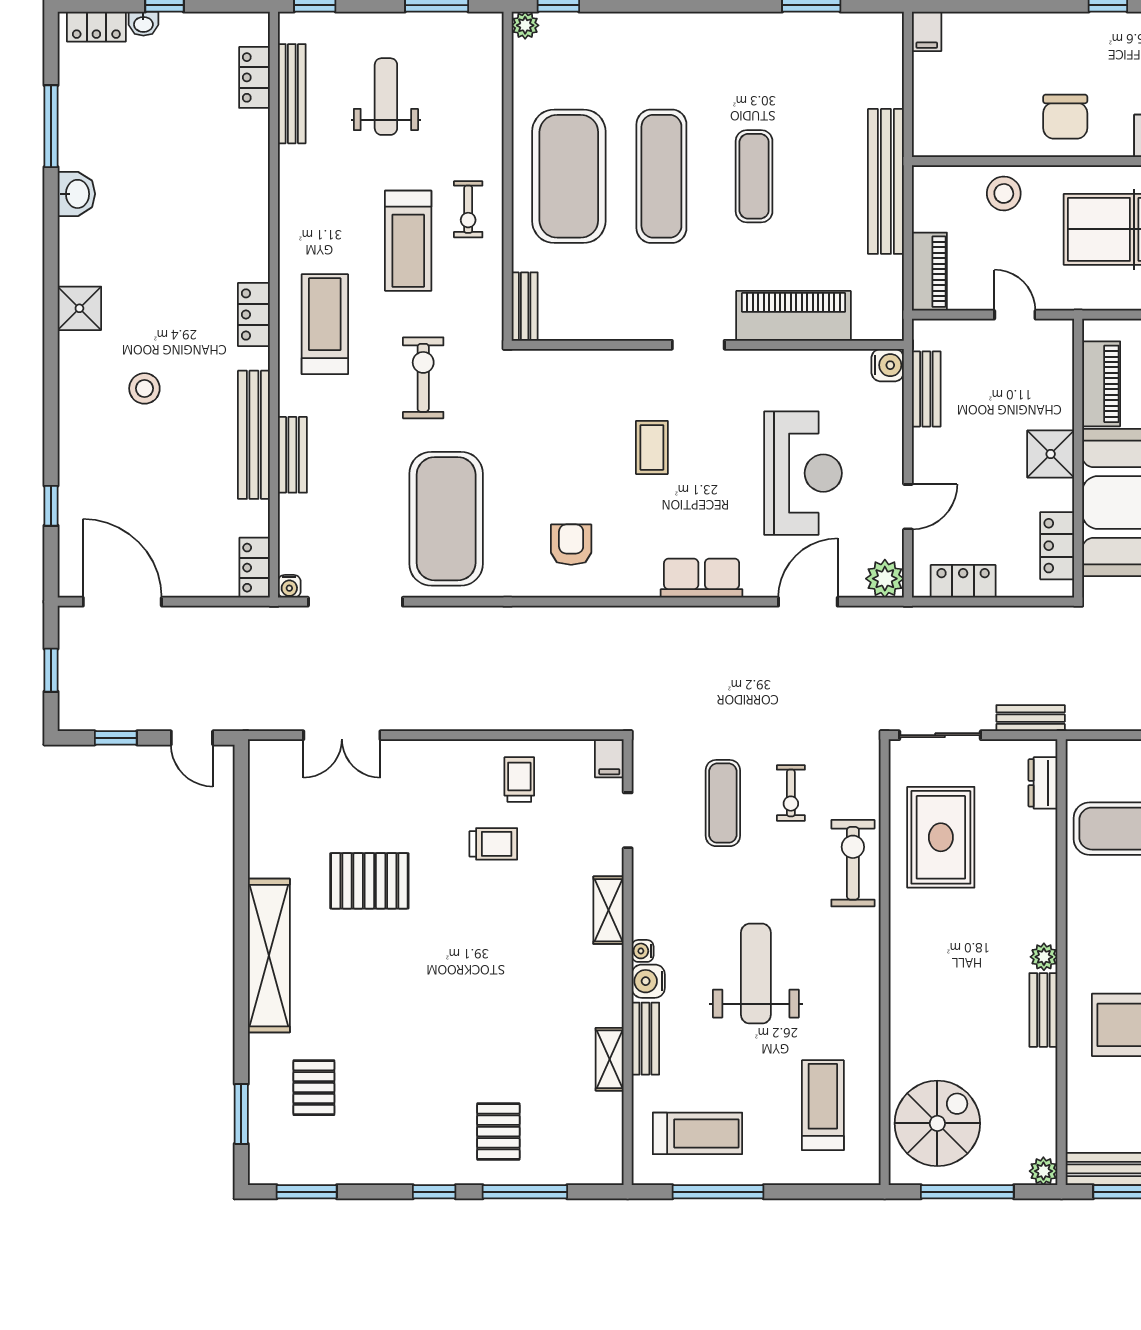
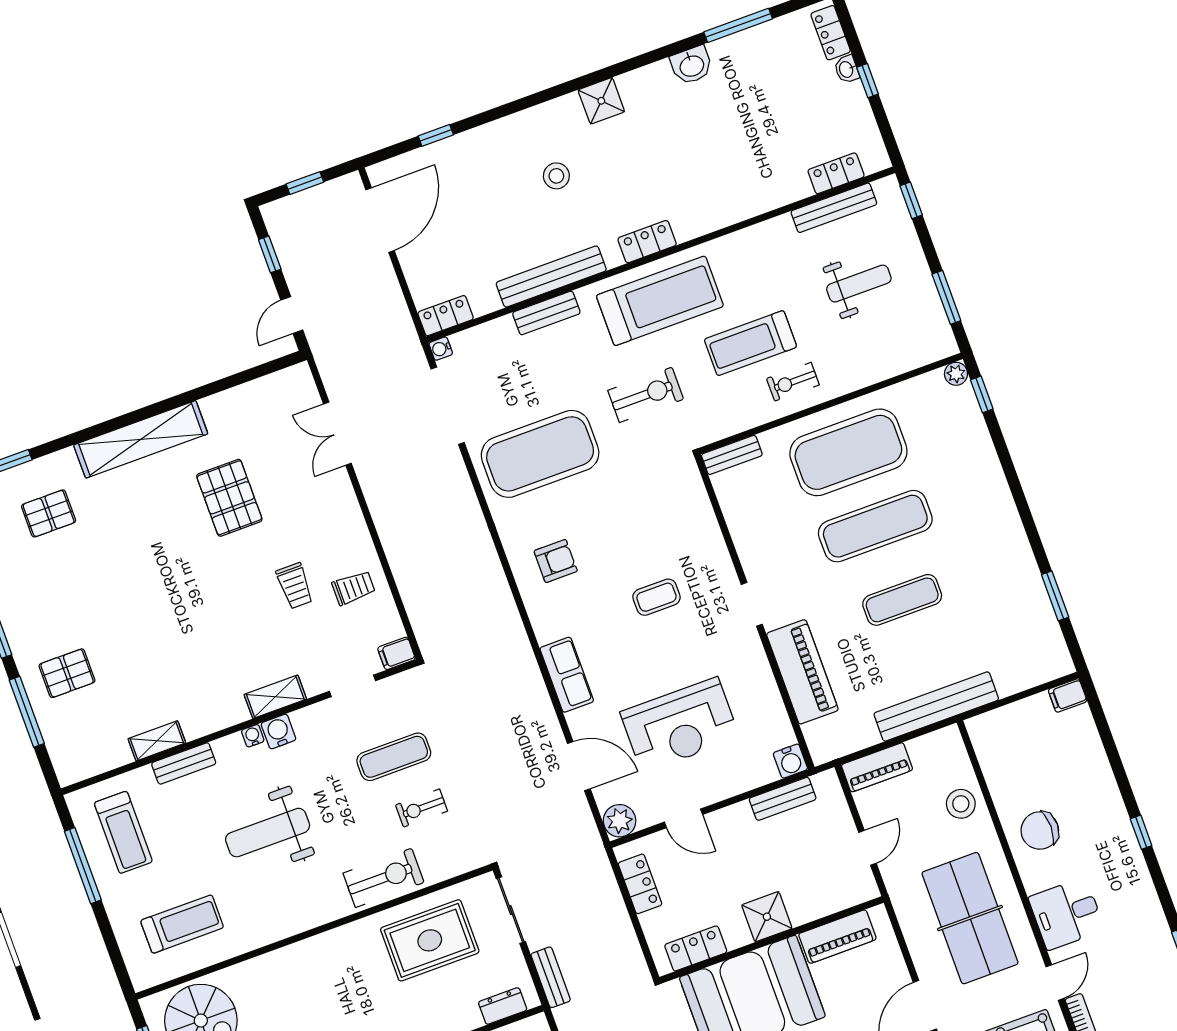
treadmill: (325, 324) -> (660, 301), width x1.37, depth x1.38
weight bench: (756, 974) -> (268, 833), turned 180
water cooler: (648, 981) -> (278, 731), moved

